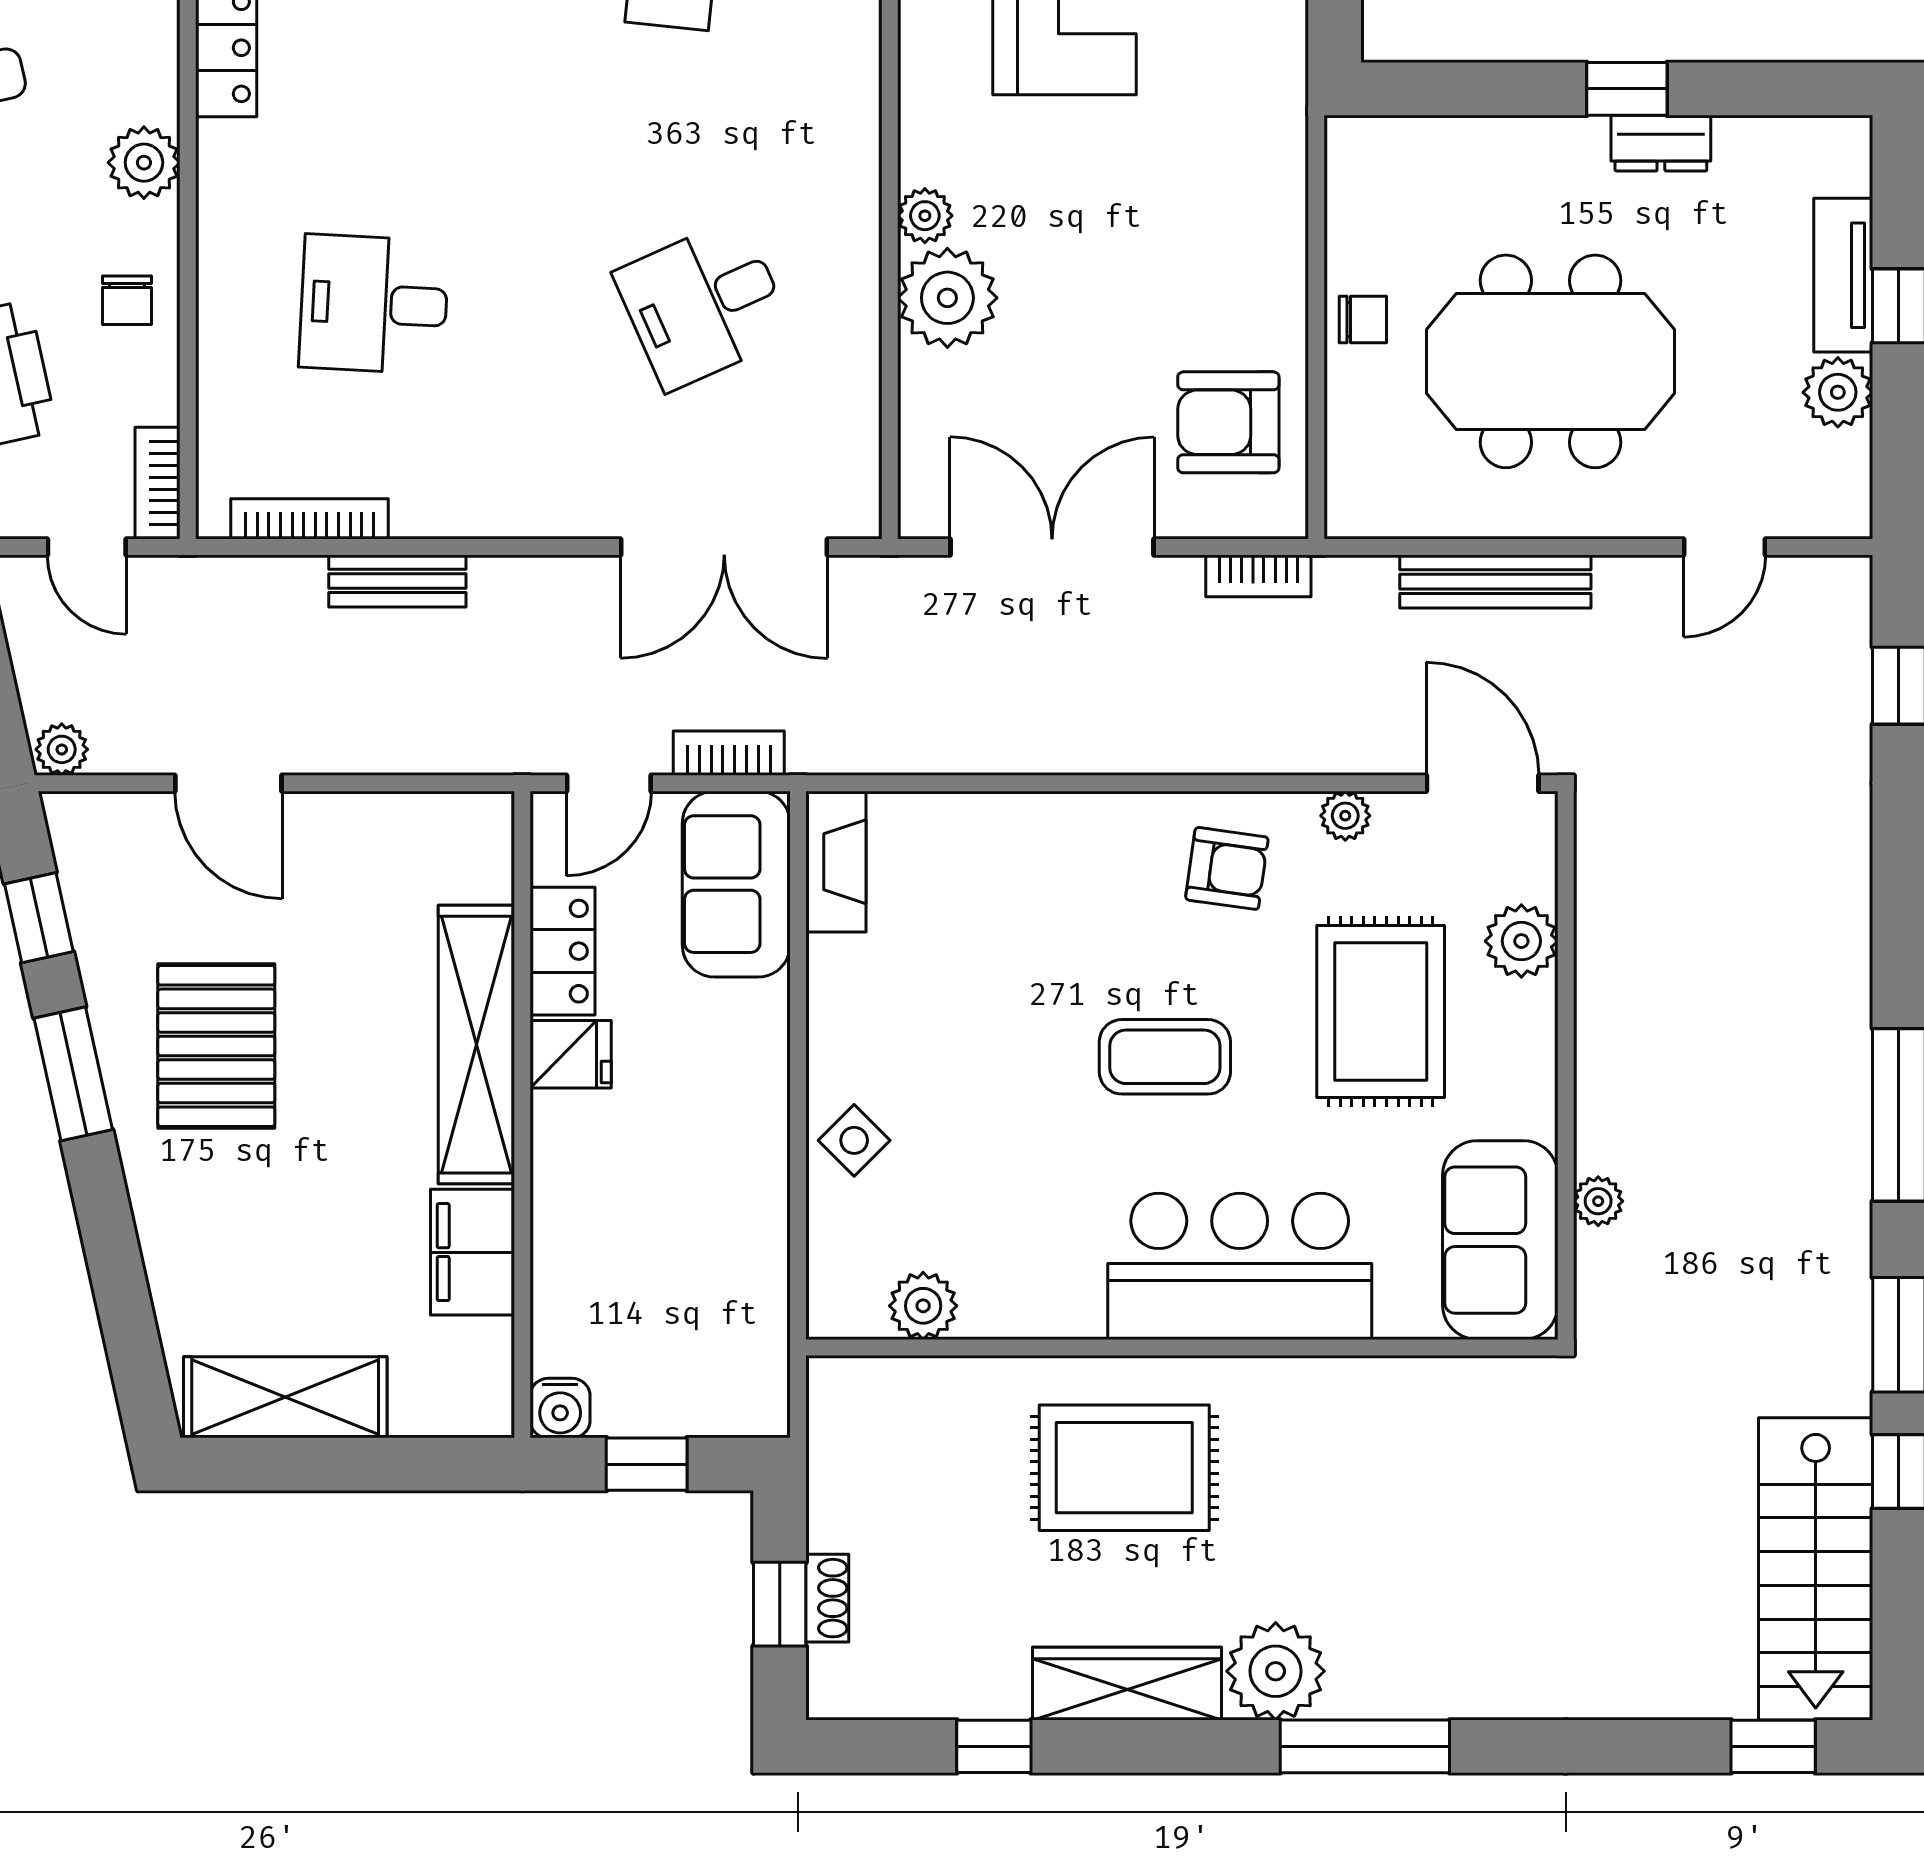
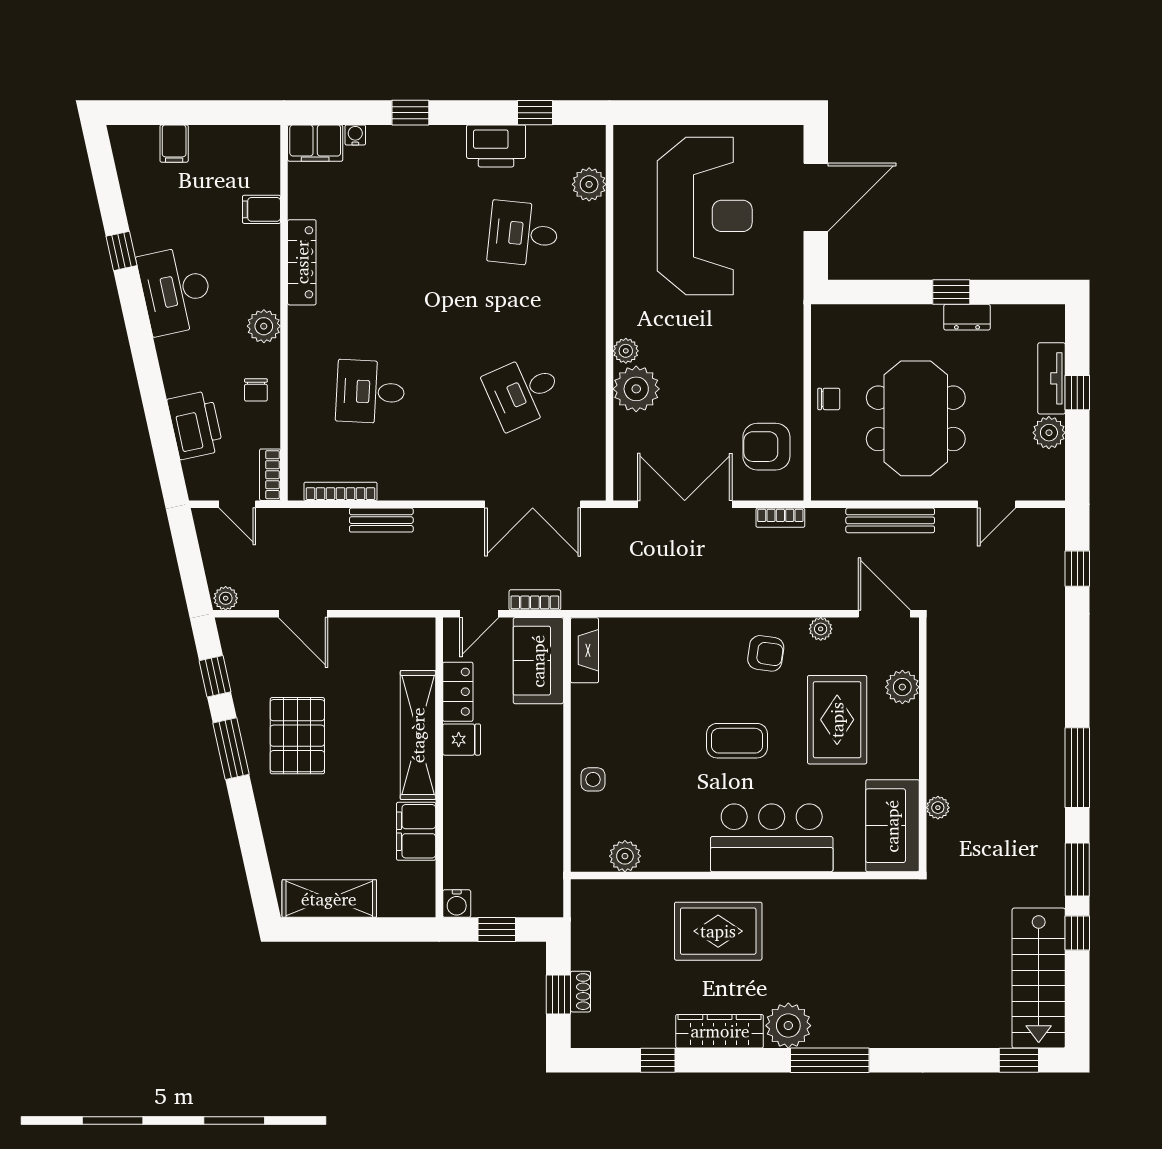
meeting table: (1551, 361) -> (916, 418), turned 90
side table: (854, 1140) -> (593, 779), turned 45

